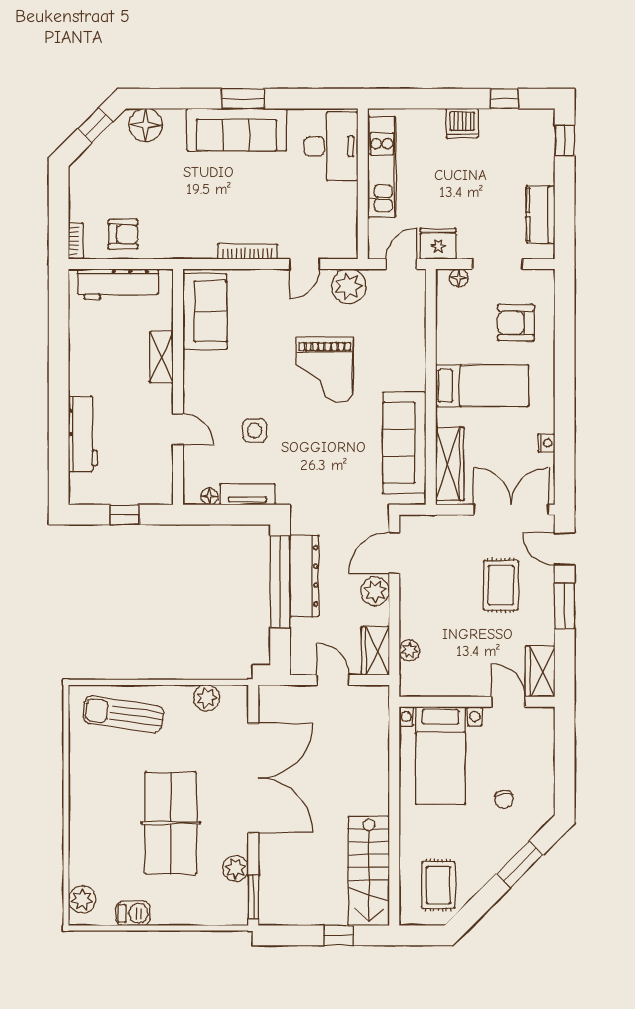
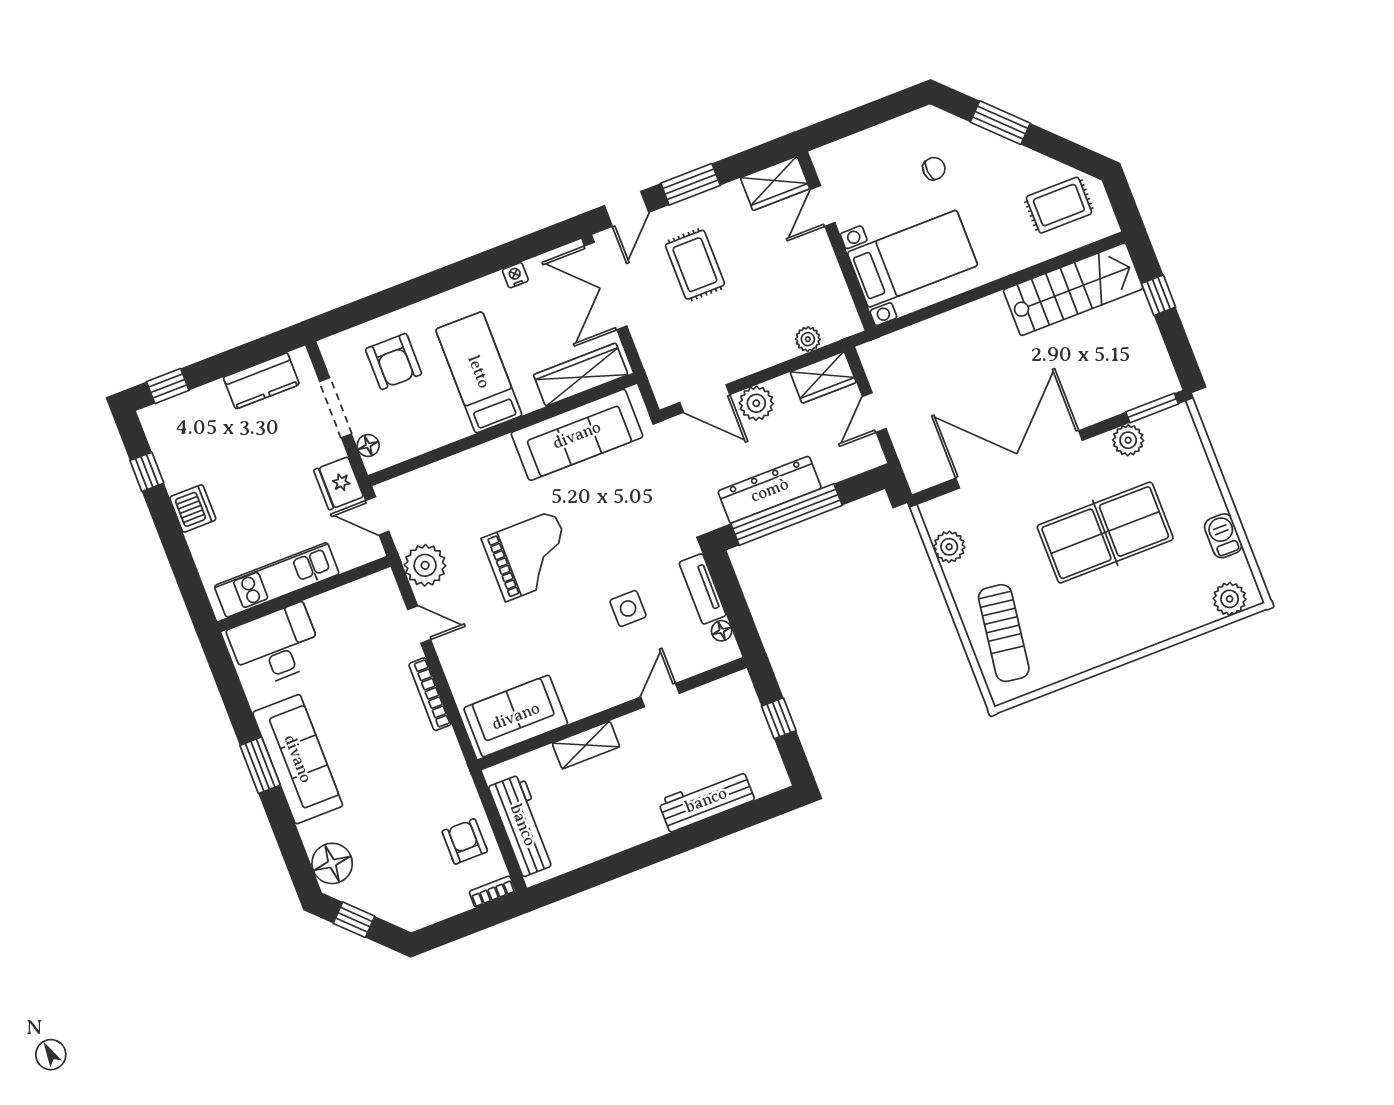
rug: (501, 585) -> (695, 265), turned 90

